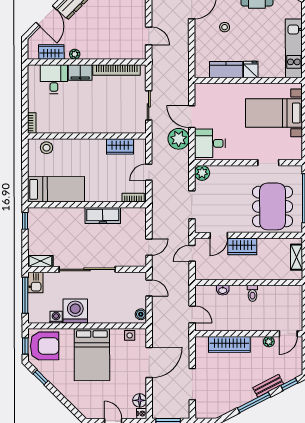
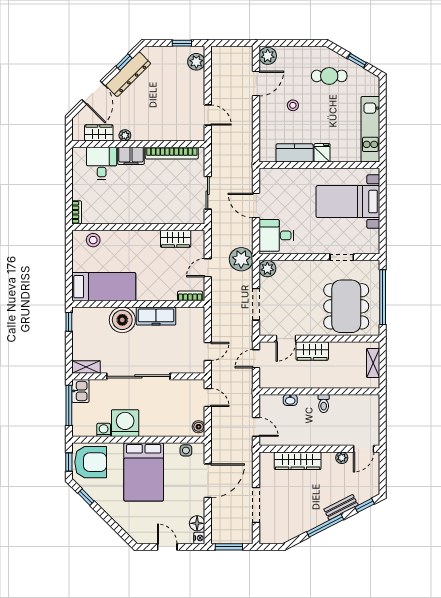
plant: (179, 139) -> (241, 259), moved
boiler: (73, 219) -> (122, 320), added

